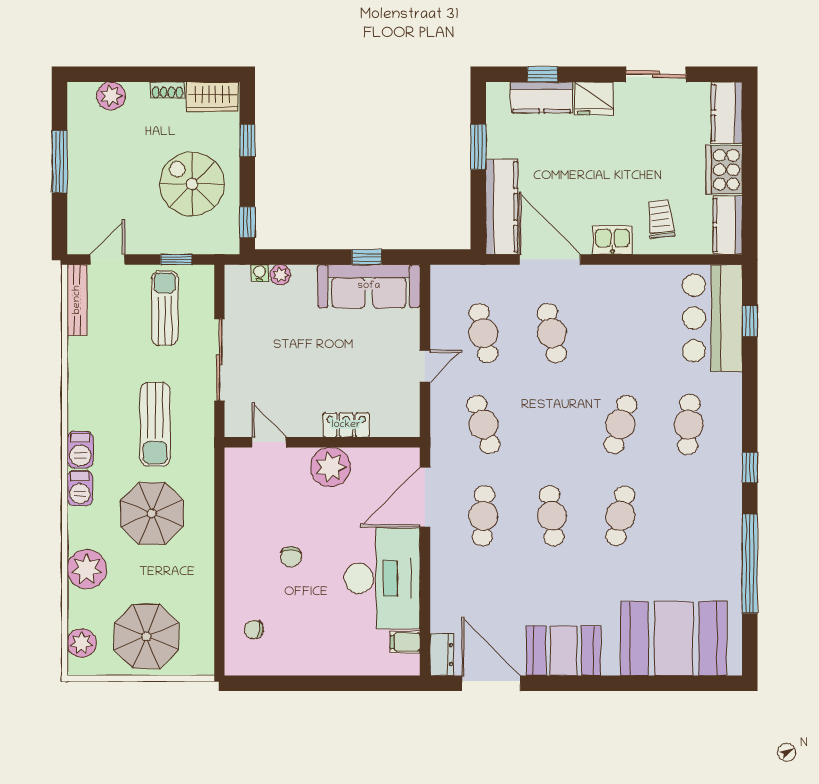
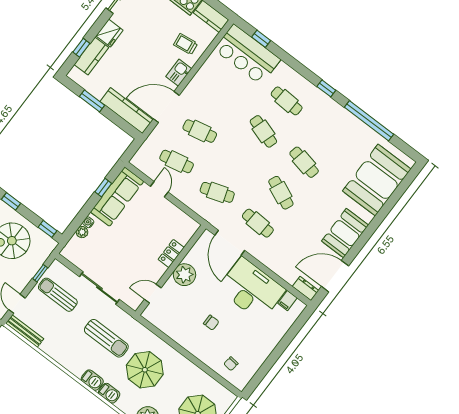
water cooler: (260, 273) -> (88, 222), moved
door: (425, 366) -> (159, 189), moved
cafe table: (552, 516) -> (281, 193), turned 30

